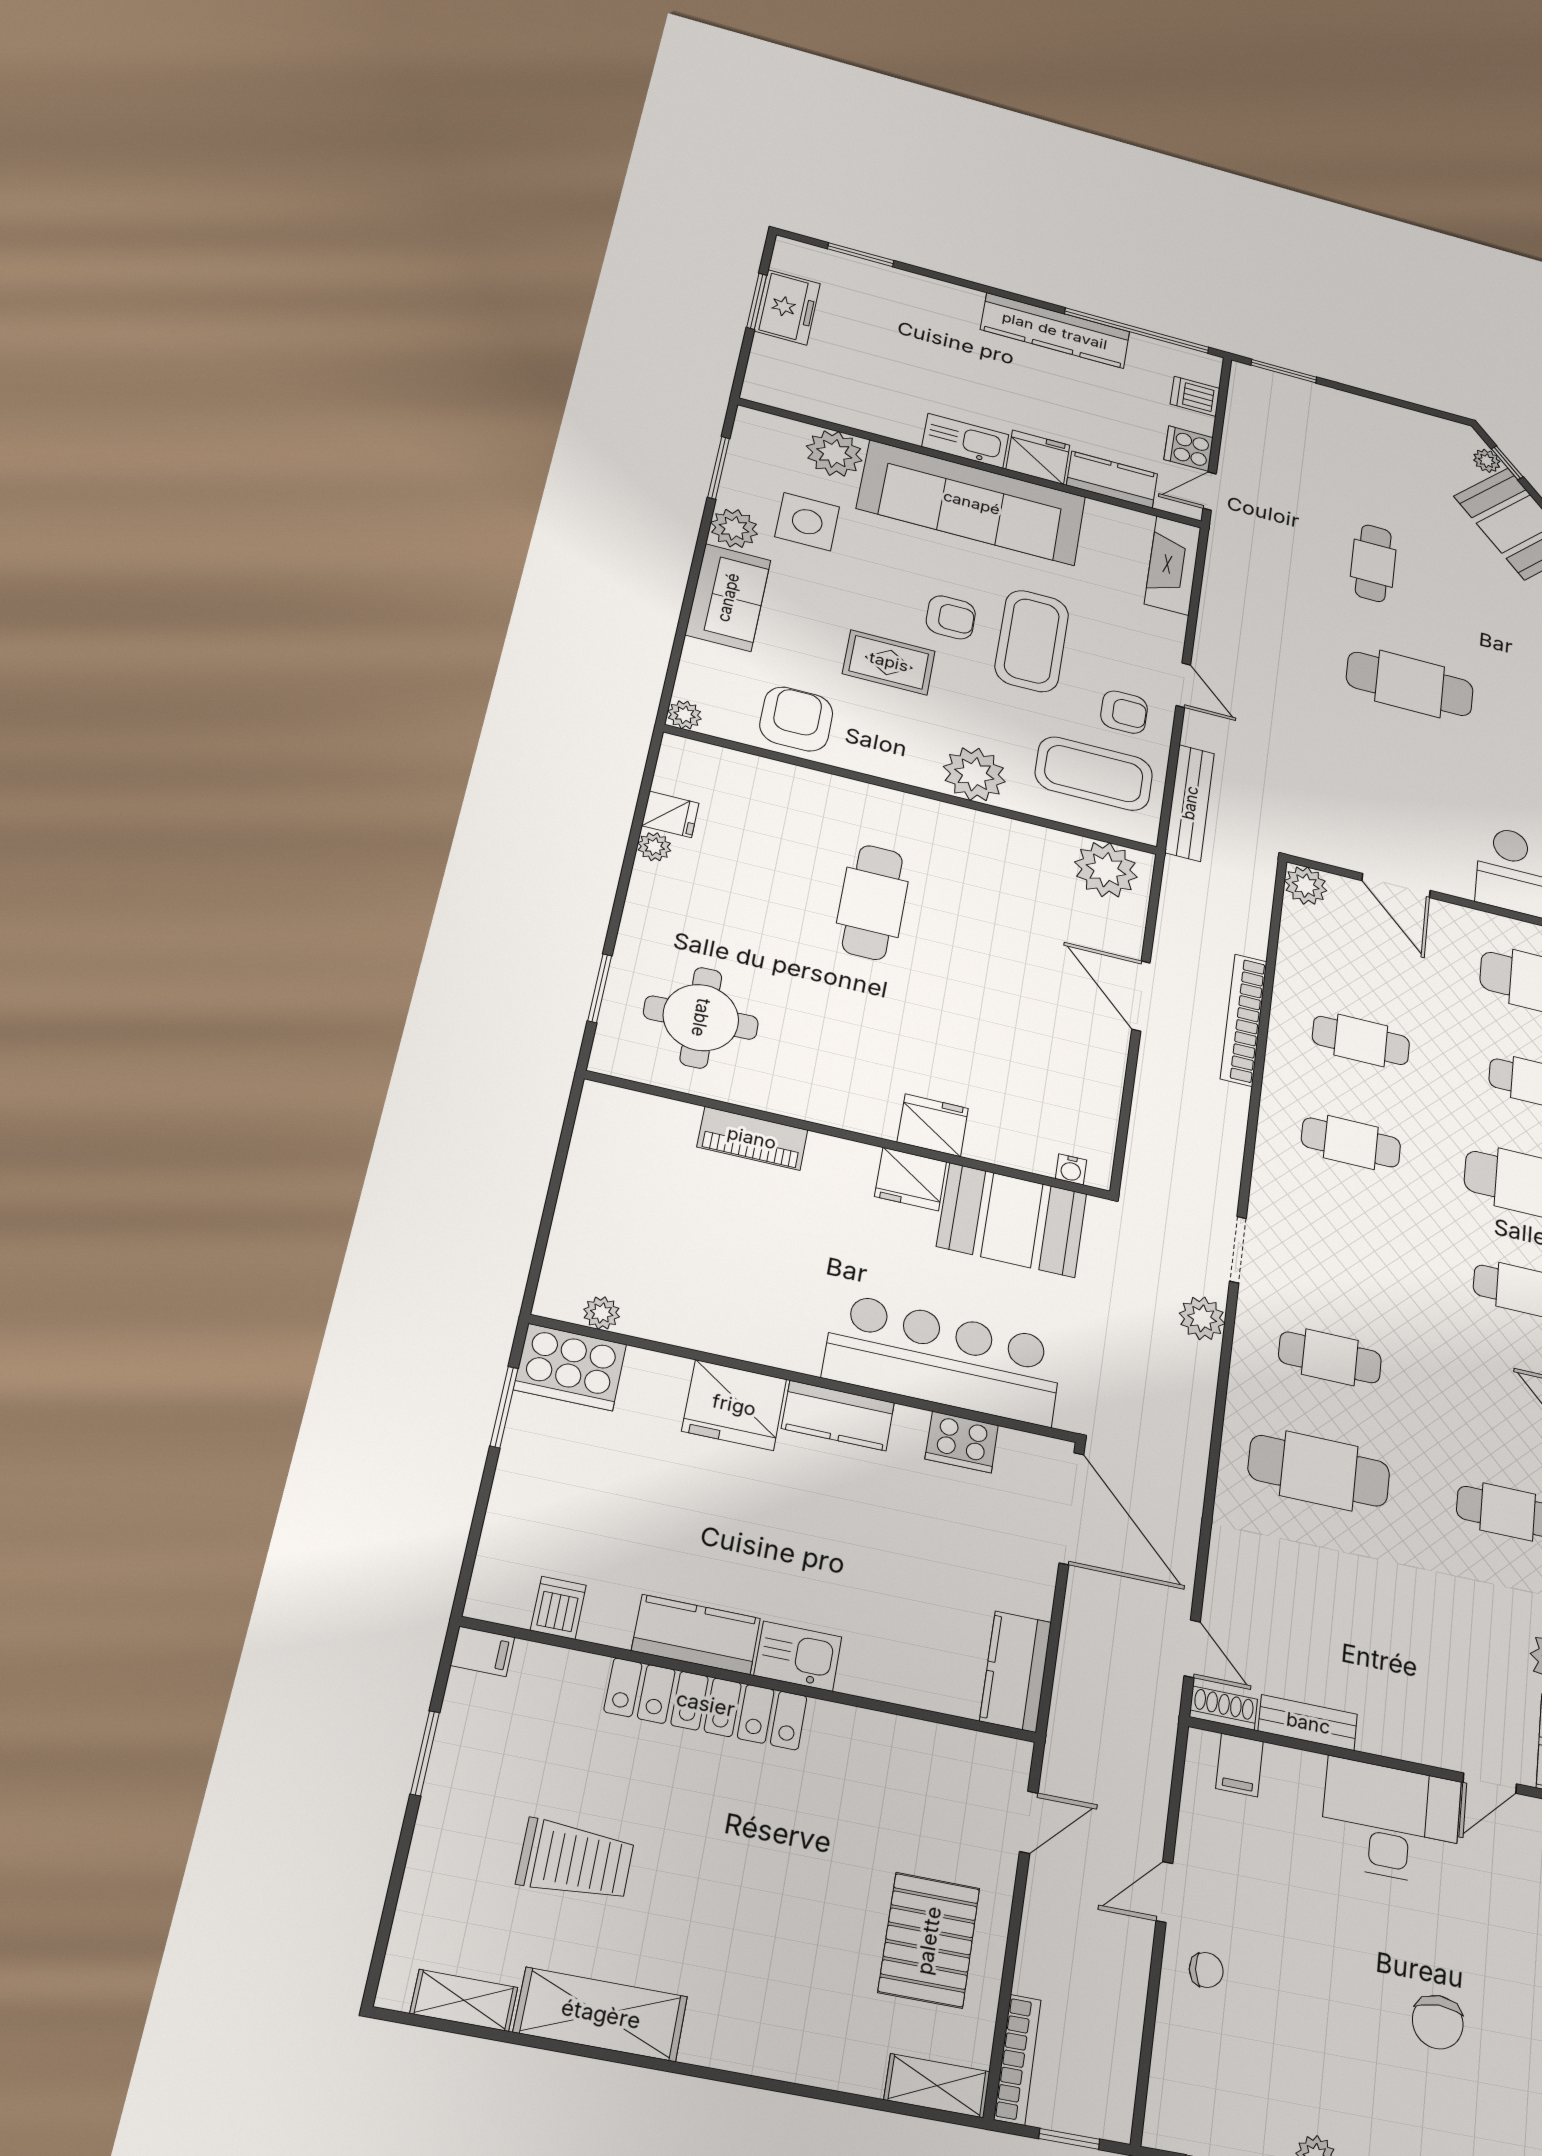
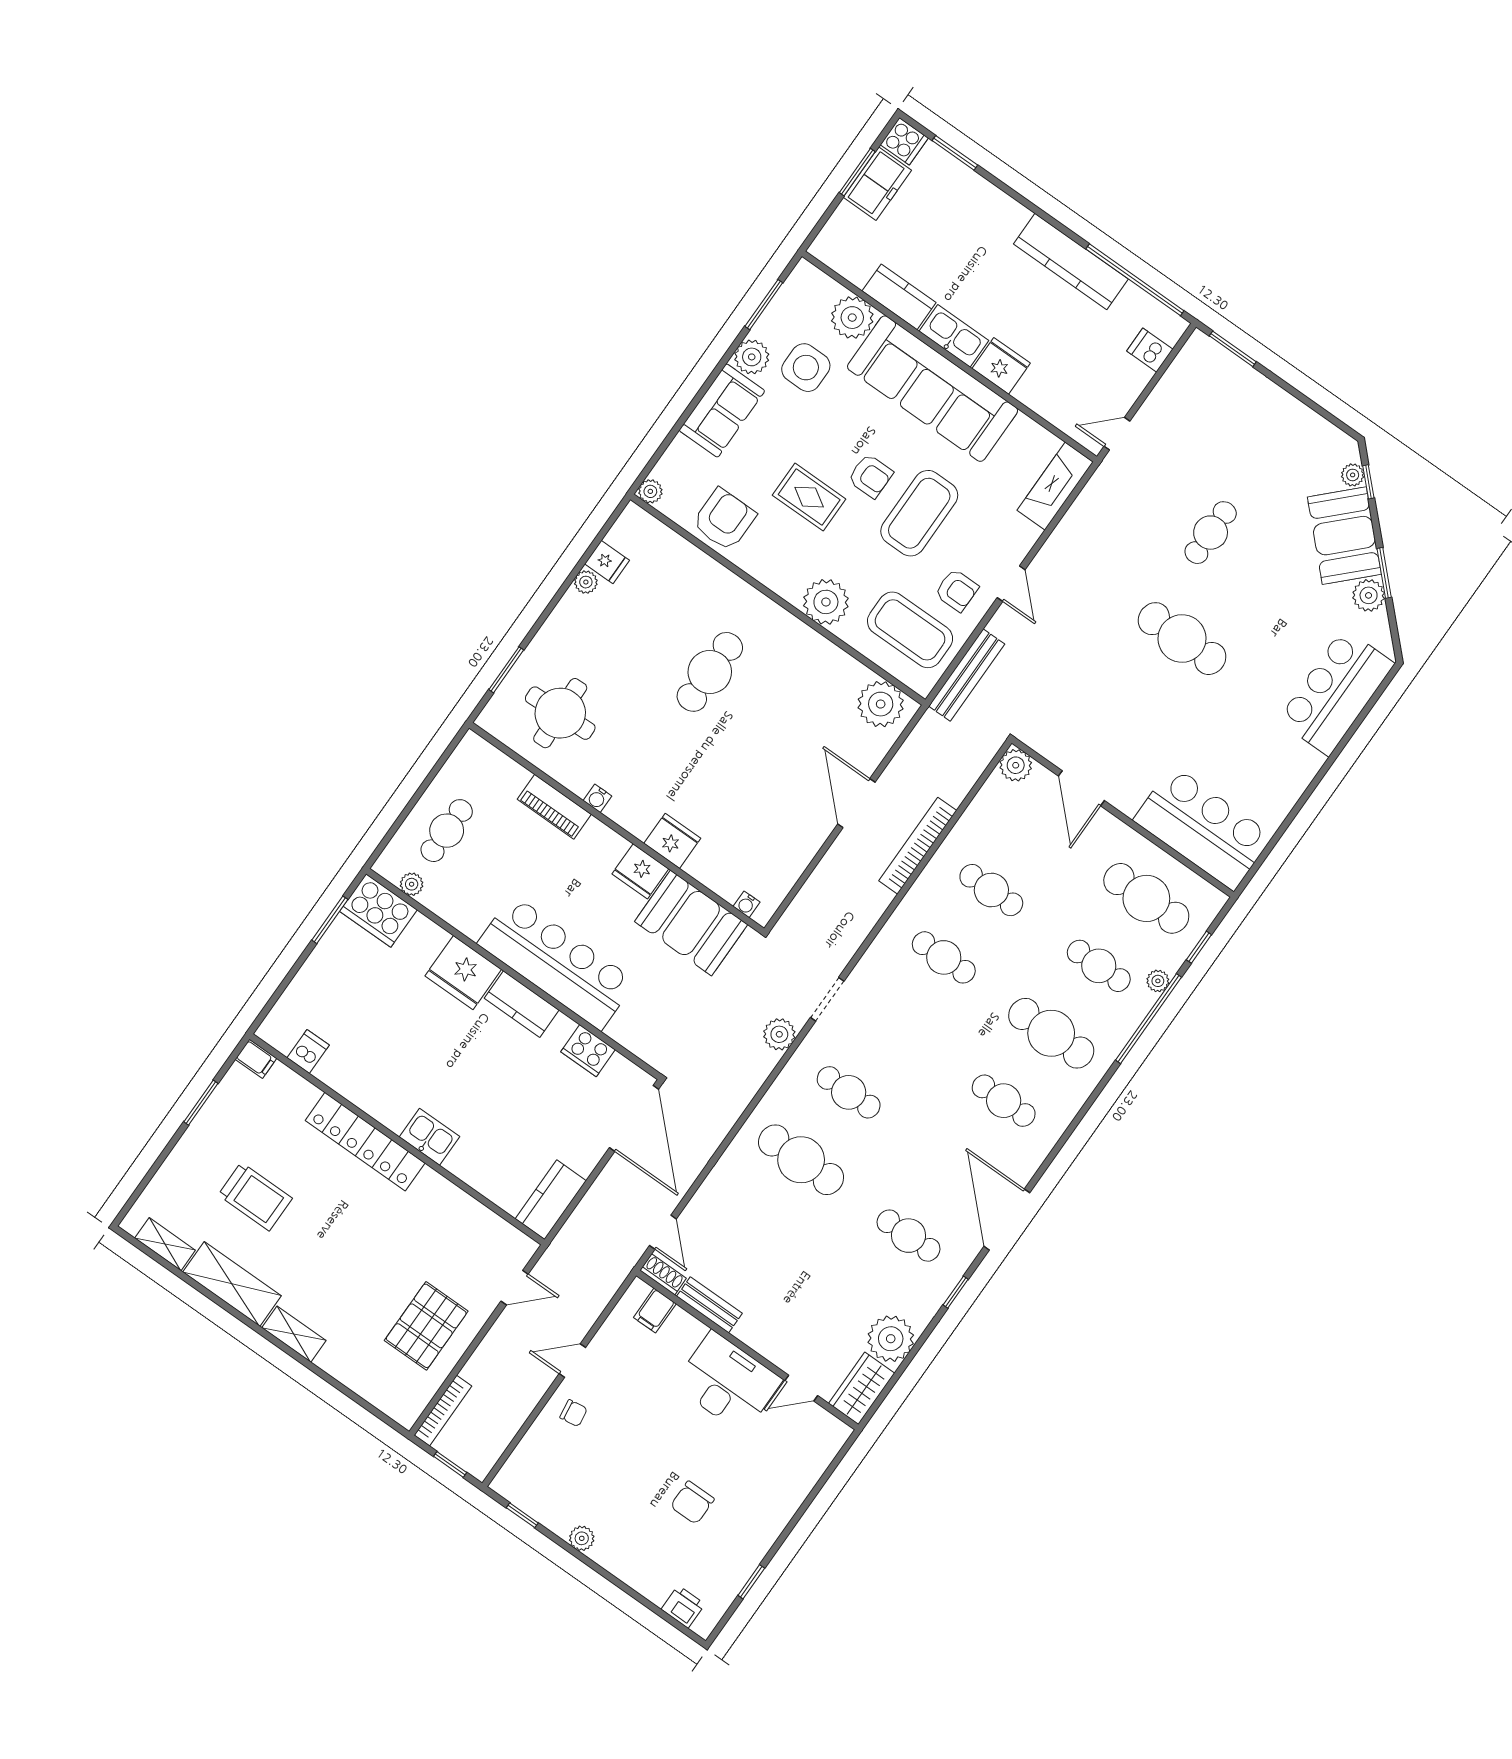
cooker: (1189, 449) -> (904, 141), moved, turned 180
kitchen counter: (1112, 480) -> (899, 297), moved
water cooler: (806, 1107) -> (597, 798), added
cafe table: (617, 1223) -> (447, 831), added
bar counter: (943, 1359) -> (556, 963), moved
kitchen counter: (696, 1635) -> (378, 1100), removed
shelving: (937, 2086) -> (294, 1334), moved

